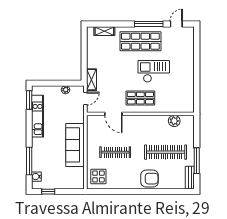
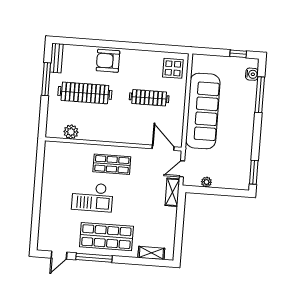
door: (113, 114) -> (163, 148), moved
kitchen unit: (38, 116) -> (245, 151), removed
sofa: (75, 145) -> (203, 111), width x1.36, depth x1.27

